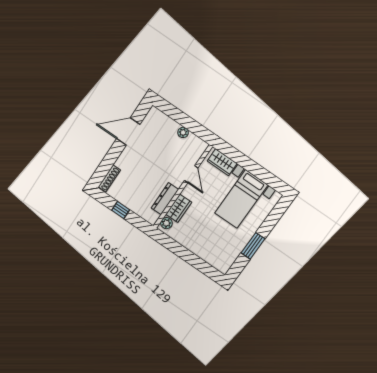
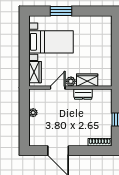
dresser: (165, 199) -> (83, 94), width x0.70
plant: (166, 223) -> (71, 81), moved
window: (253, 246) -> (61, 11), moved

